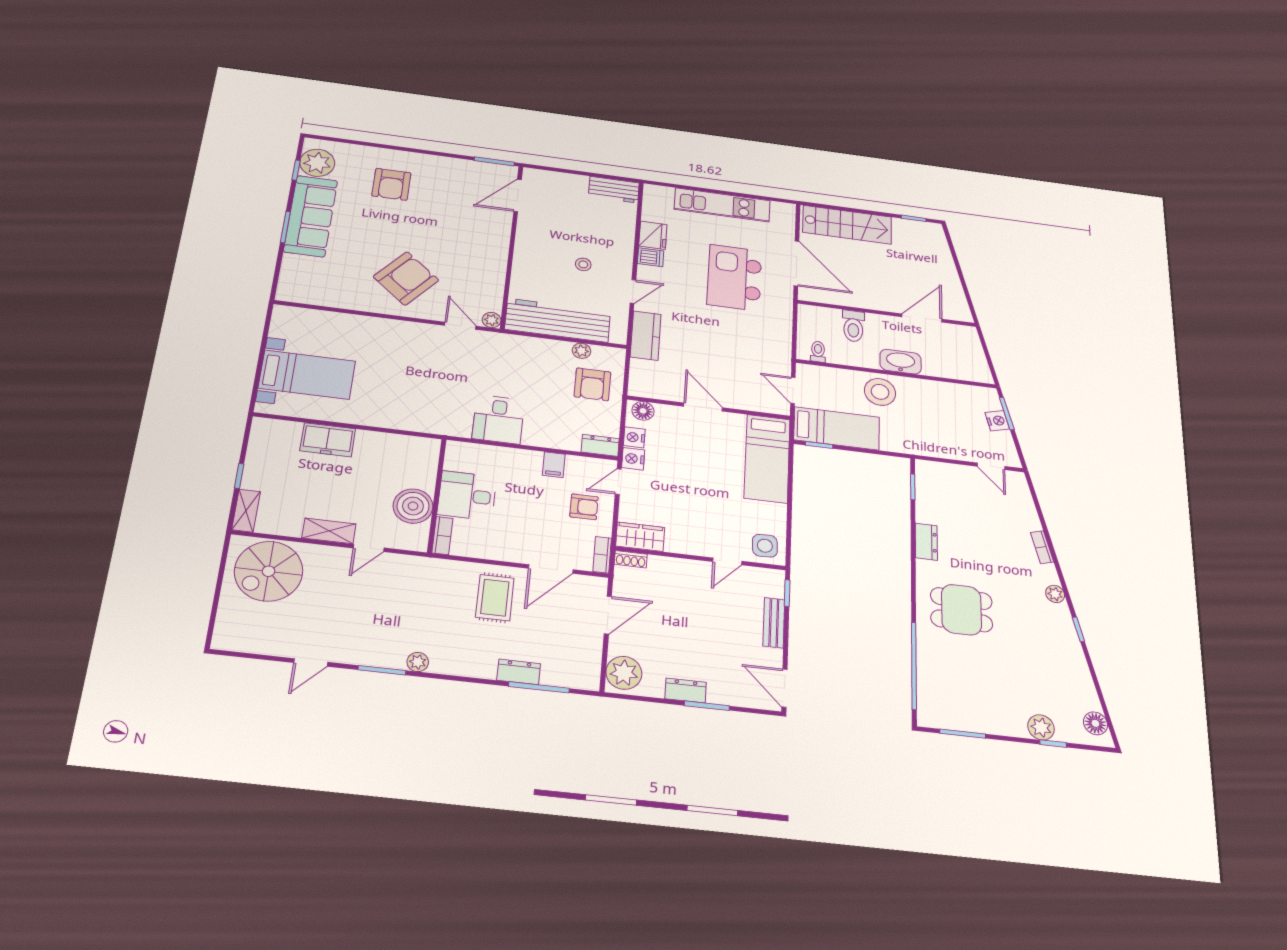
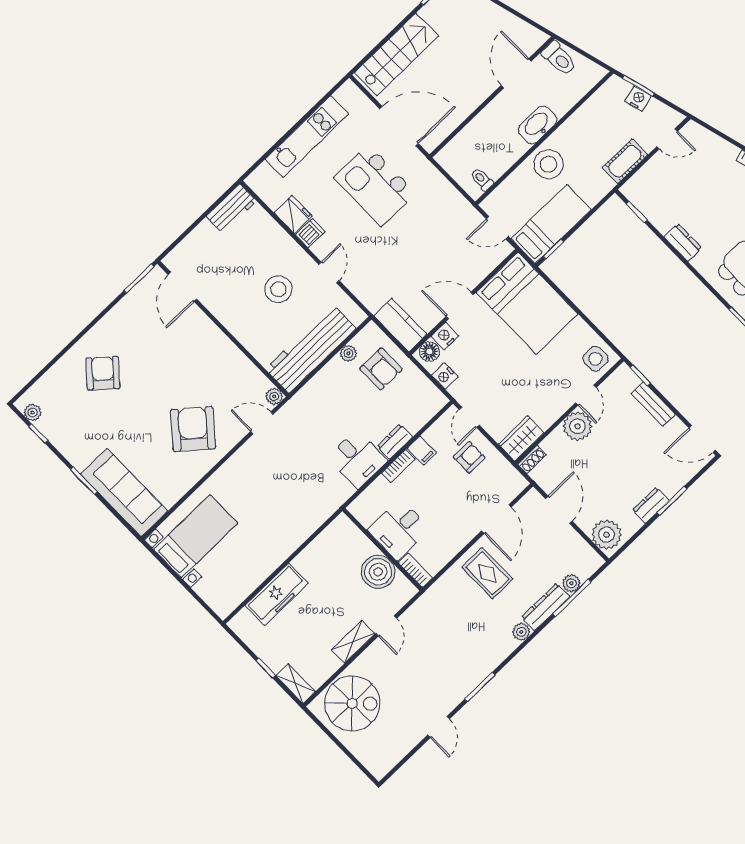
plant: (317, 163) -> (33, 413), width x0.53, depth x0.53
armchair: (391, 184) -> (103, 373), turned -139
sofa: (311, 216) -> (124, 493), moved
stool: (583, 264) -> (278, 289), width x1.89, depth x1.89
toilet: (853, 326) -> (559, 58), moved
kitchen counter: (646, 336) -> (400, 325), moved
bed with nightstands: (307, 375) -> (196, 536), moved
freezer: (328, 440) -> (277, 594), width x1.40
dresser: (600, 445) -> (395, 442), moved
cot: (941, 447) -> (625, 161), added
nightstand: (633, 459) -> (445, 336), moved, turned 90
bed: (767, 459) -> (527, 303), width x1.50
bookcase: (602, 555) -> (398, 466), moved, turned -90
spiral stairs: (269, 571) -> (352, 703), turned -90
plant: (695, 575) -> (578, 426), added
plant: (418, 662) -> (521, 632), moved
dresser: (519, 672) -> (546, 607), width x1.44
plant: (552, 677) -> (571, 583), added

